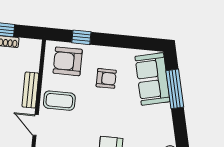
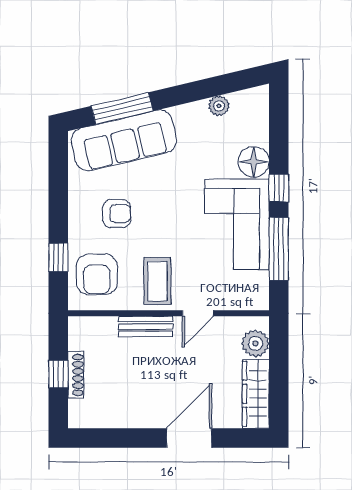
armchair: (106, 78) -> (117, 214), turned 90
sofa: (152, 79) -> (124, 140), width x1.36

